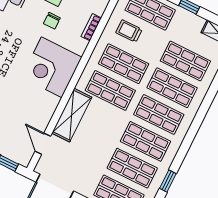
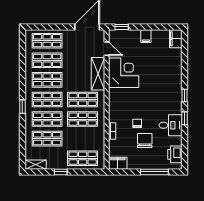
trolley: (129, 31) -> (89, 140), removed
corner desk: (52, 67) -> (124, 73), moved
window: (168, 181) -> (22, 107), moved

